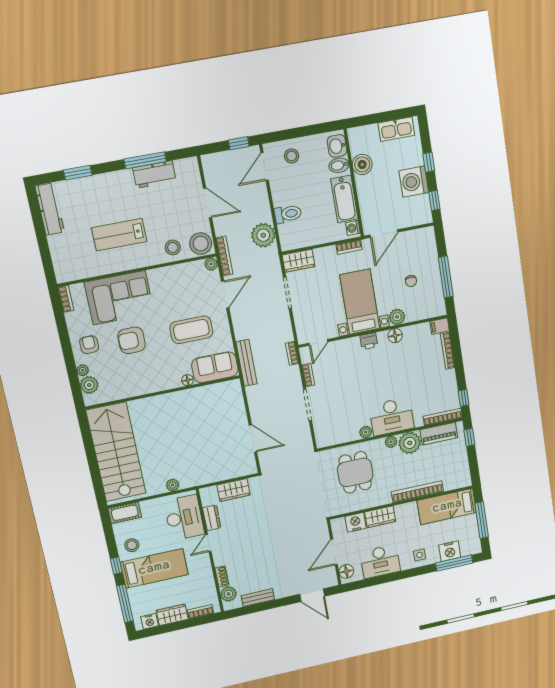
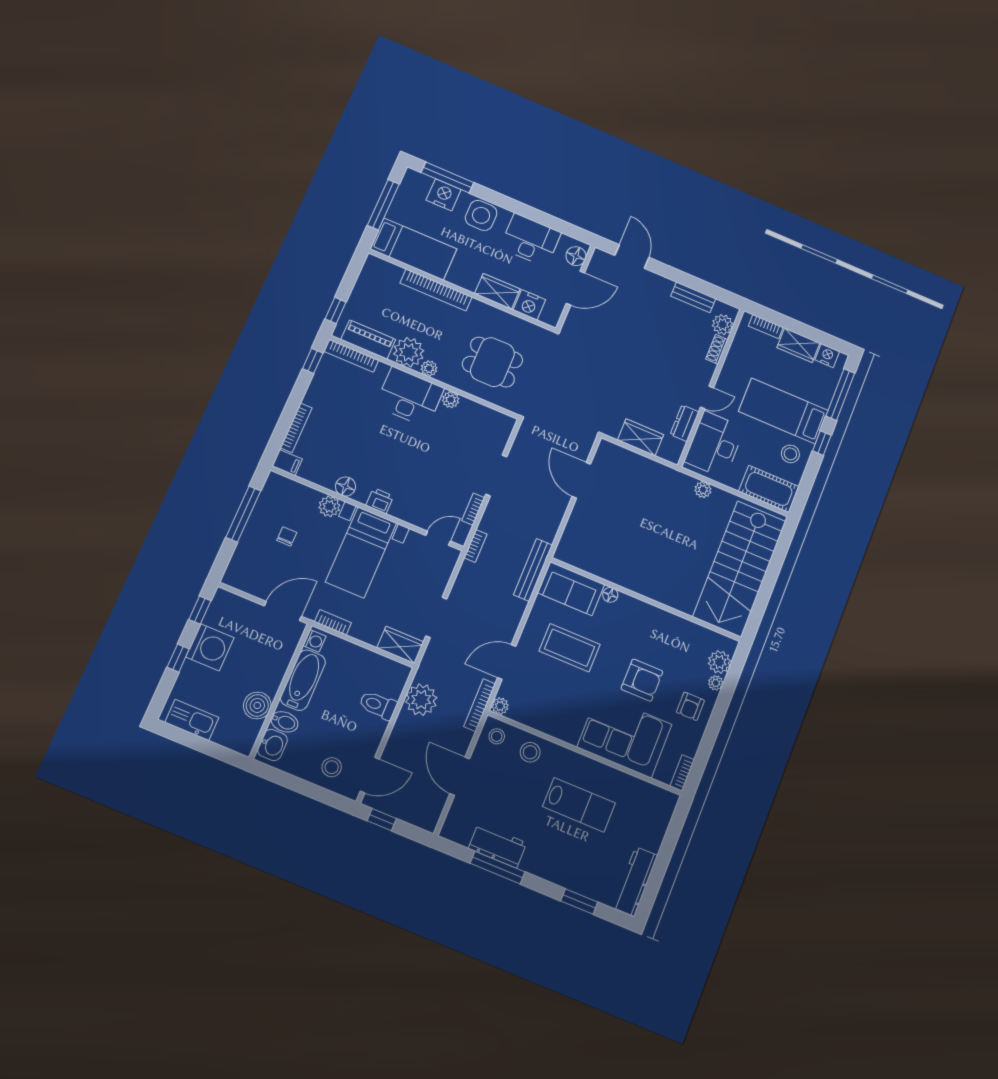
stool: (201, 244) -> (497, 736), width x0.53, depth x0.53
dining table: (355, 472) -> (492, 362), turned 90
cot: (125, 513) -> (769, 489), width x1.37, depth x1.34
side table: (420, 555) -> (481, 215), width x1.87, depth x1.87

